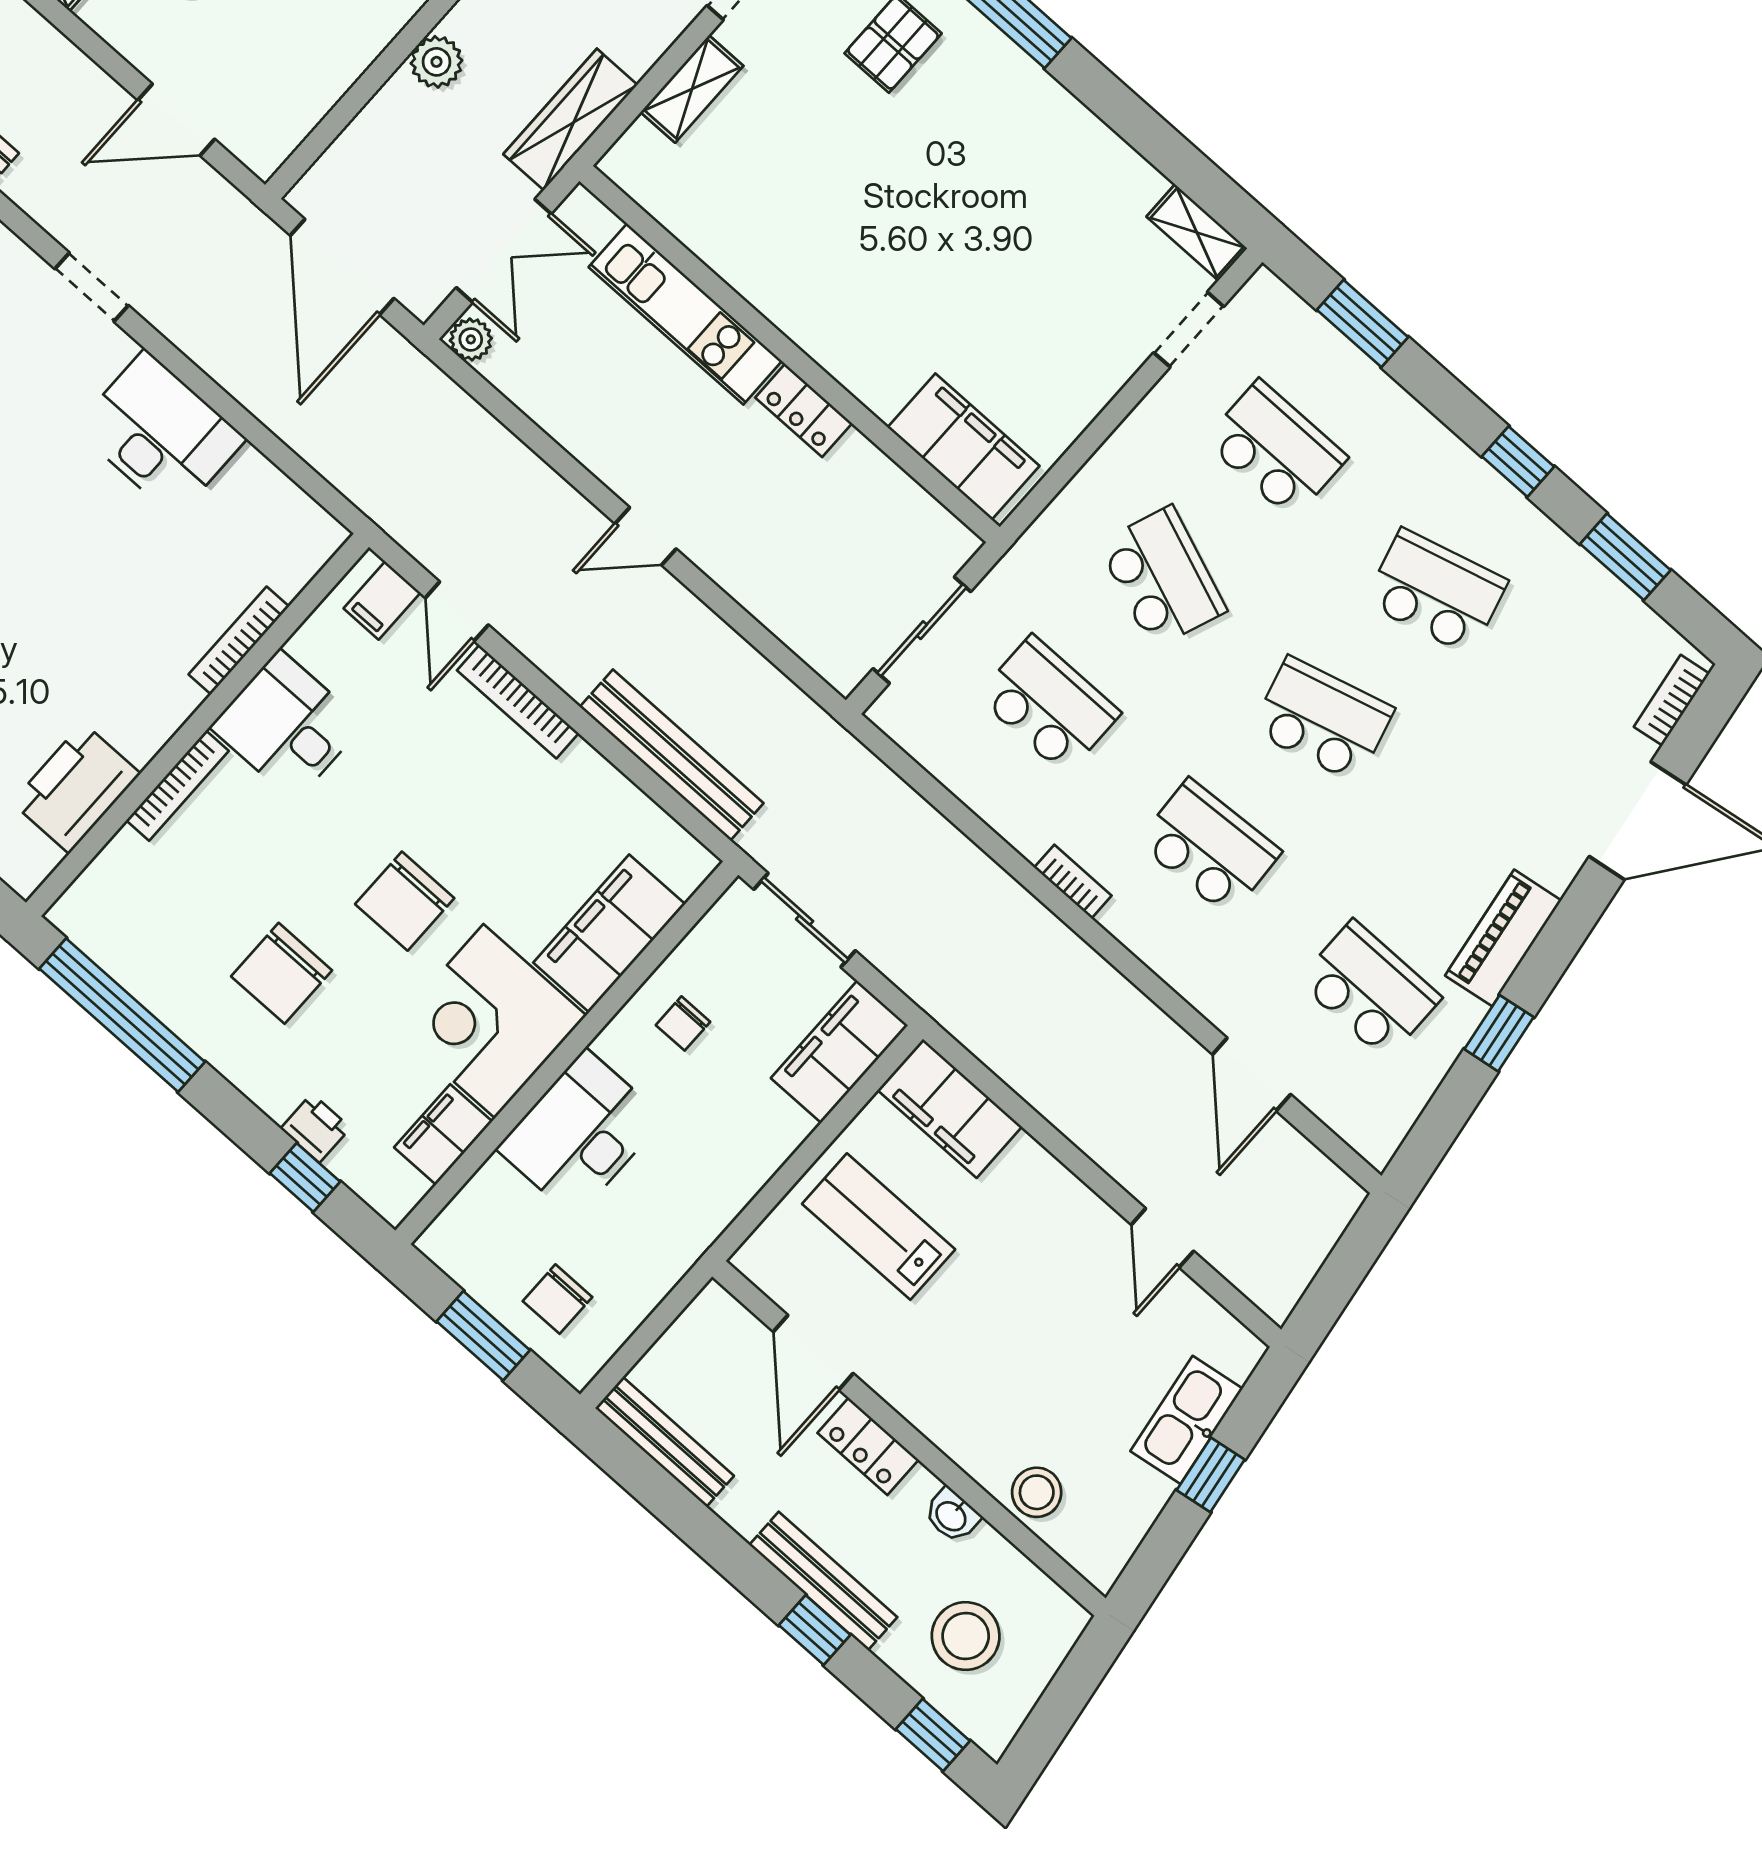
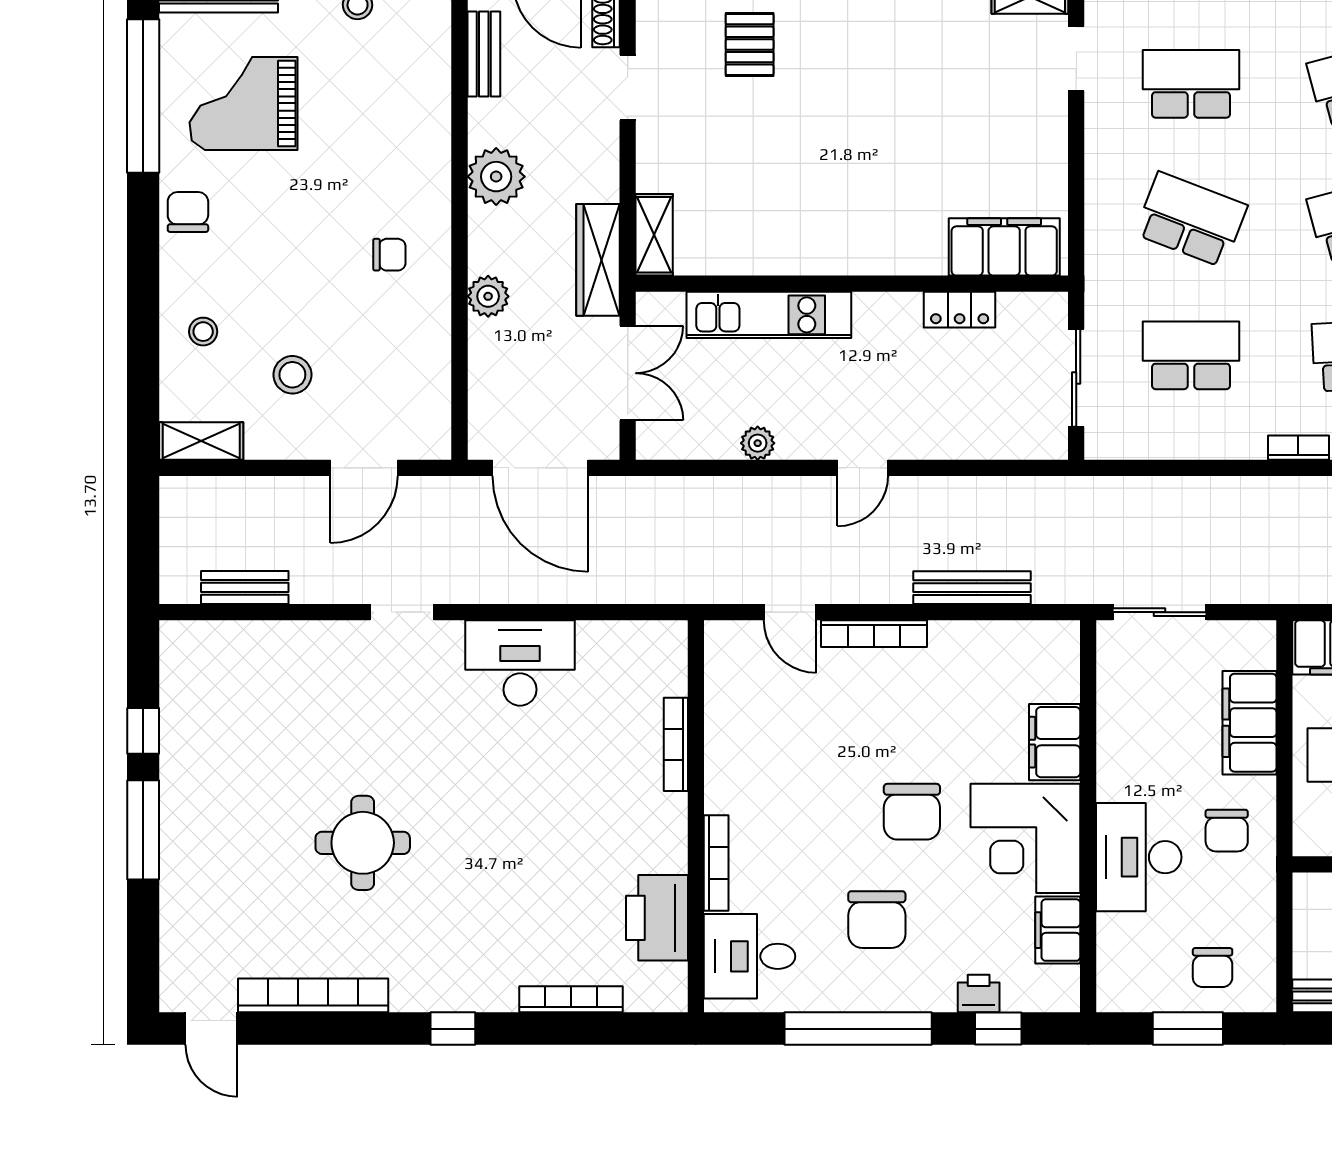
shelving: (692, 89) -> (654, 235), moved
plant: (471, 339) -> (758, 443), moved
locker: (804, 410) -> (960, 310), moved
filing cabinet: (382, 601) -> (740, 645), removed
desk: (287, 726) -> (749, 956), moved
bench: (672, 755) -> (972, 588), width x0.73, depth x0.82
filing cabinet: (609, 933) -> (1055, 742), width x0.67, depth x0.86
window: (122, 1015) -> (858, 1029), moved
chair: (683, 1023) -> (1227, 831), moved, width x1.37, depth x1.37
filing cabinet: (839, 1052) -> (1250, 723), moved

